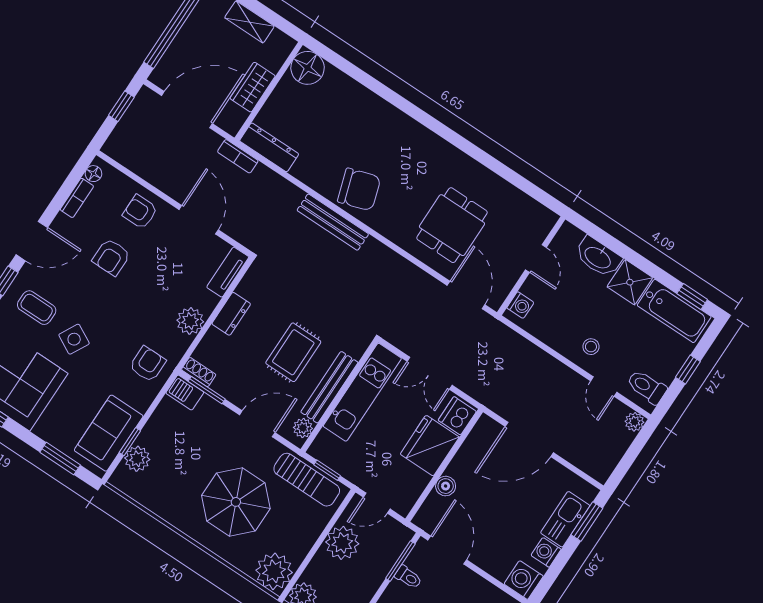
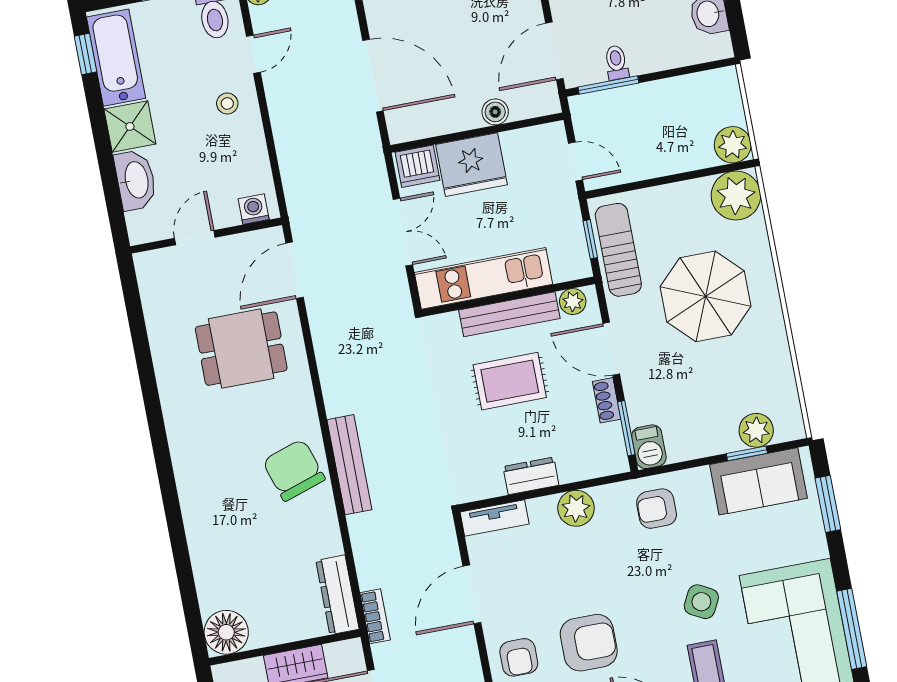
armchair: (111, 257) -> (589, 643), width x1.38, depth x1.38
shoe rack: (199, 372) -> (607, 400), moved
plant: (342, 543) -> (645, 157), removed

